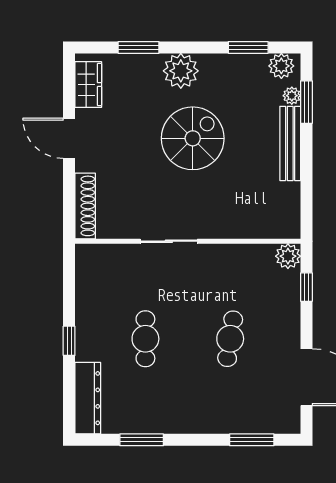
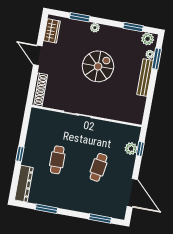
plant: (181, 71) -> (95, 28), width x0.53, depth x0.53
plant: (288, 256) -> (131, 149), moved

